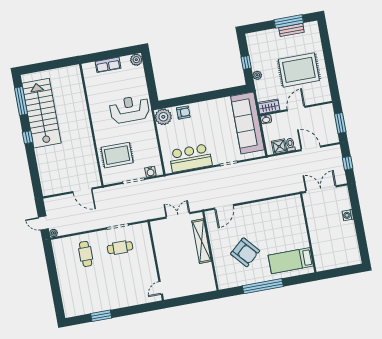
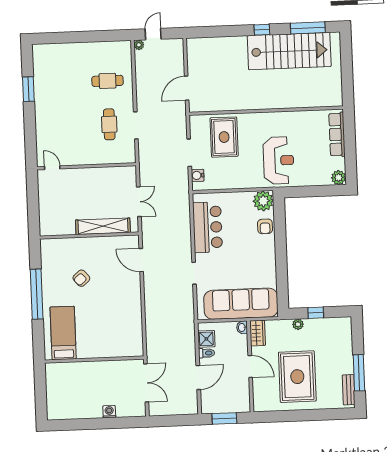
bench: (291, 30) -> (349, 390), moved
row of seats: (108, 65) -> (337, 134), width x1.48
window: (348, 163) -> (174, 421), removed
armchair: (245, 252) -> (81, 278), width x0.53, depth x0.53

